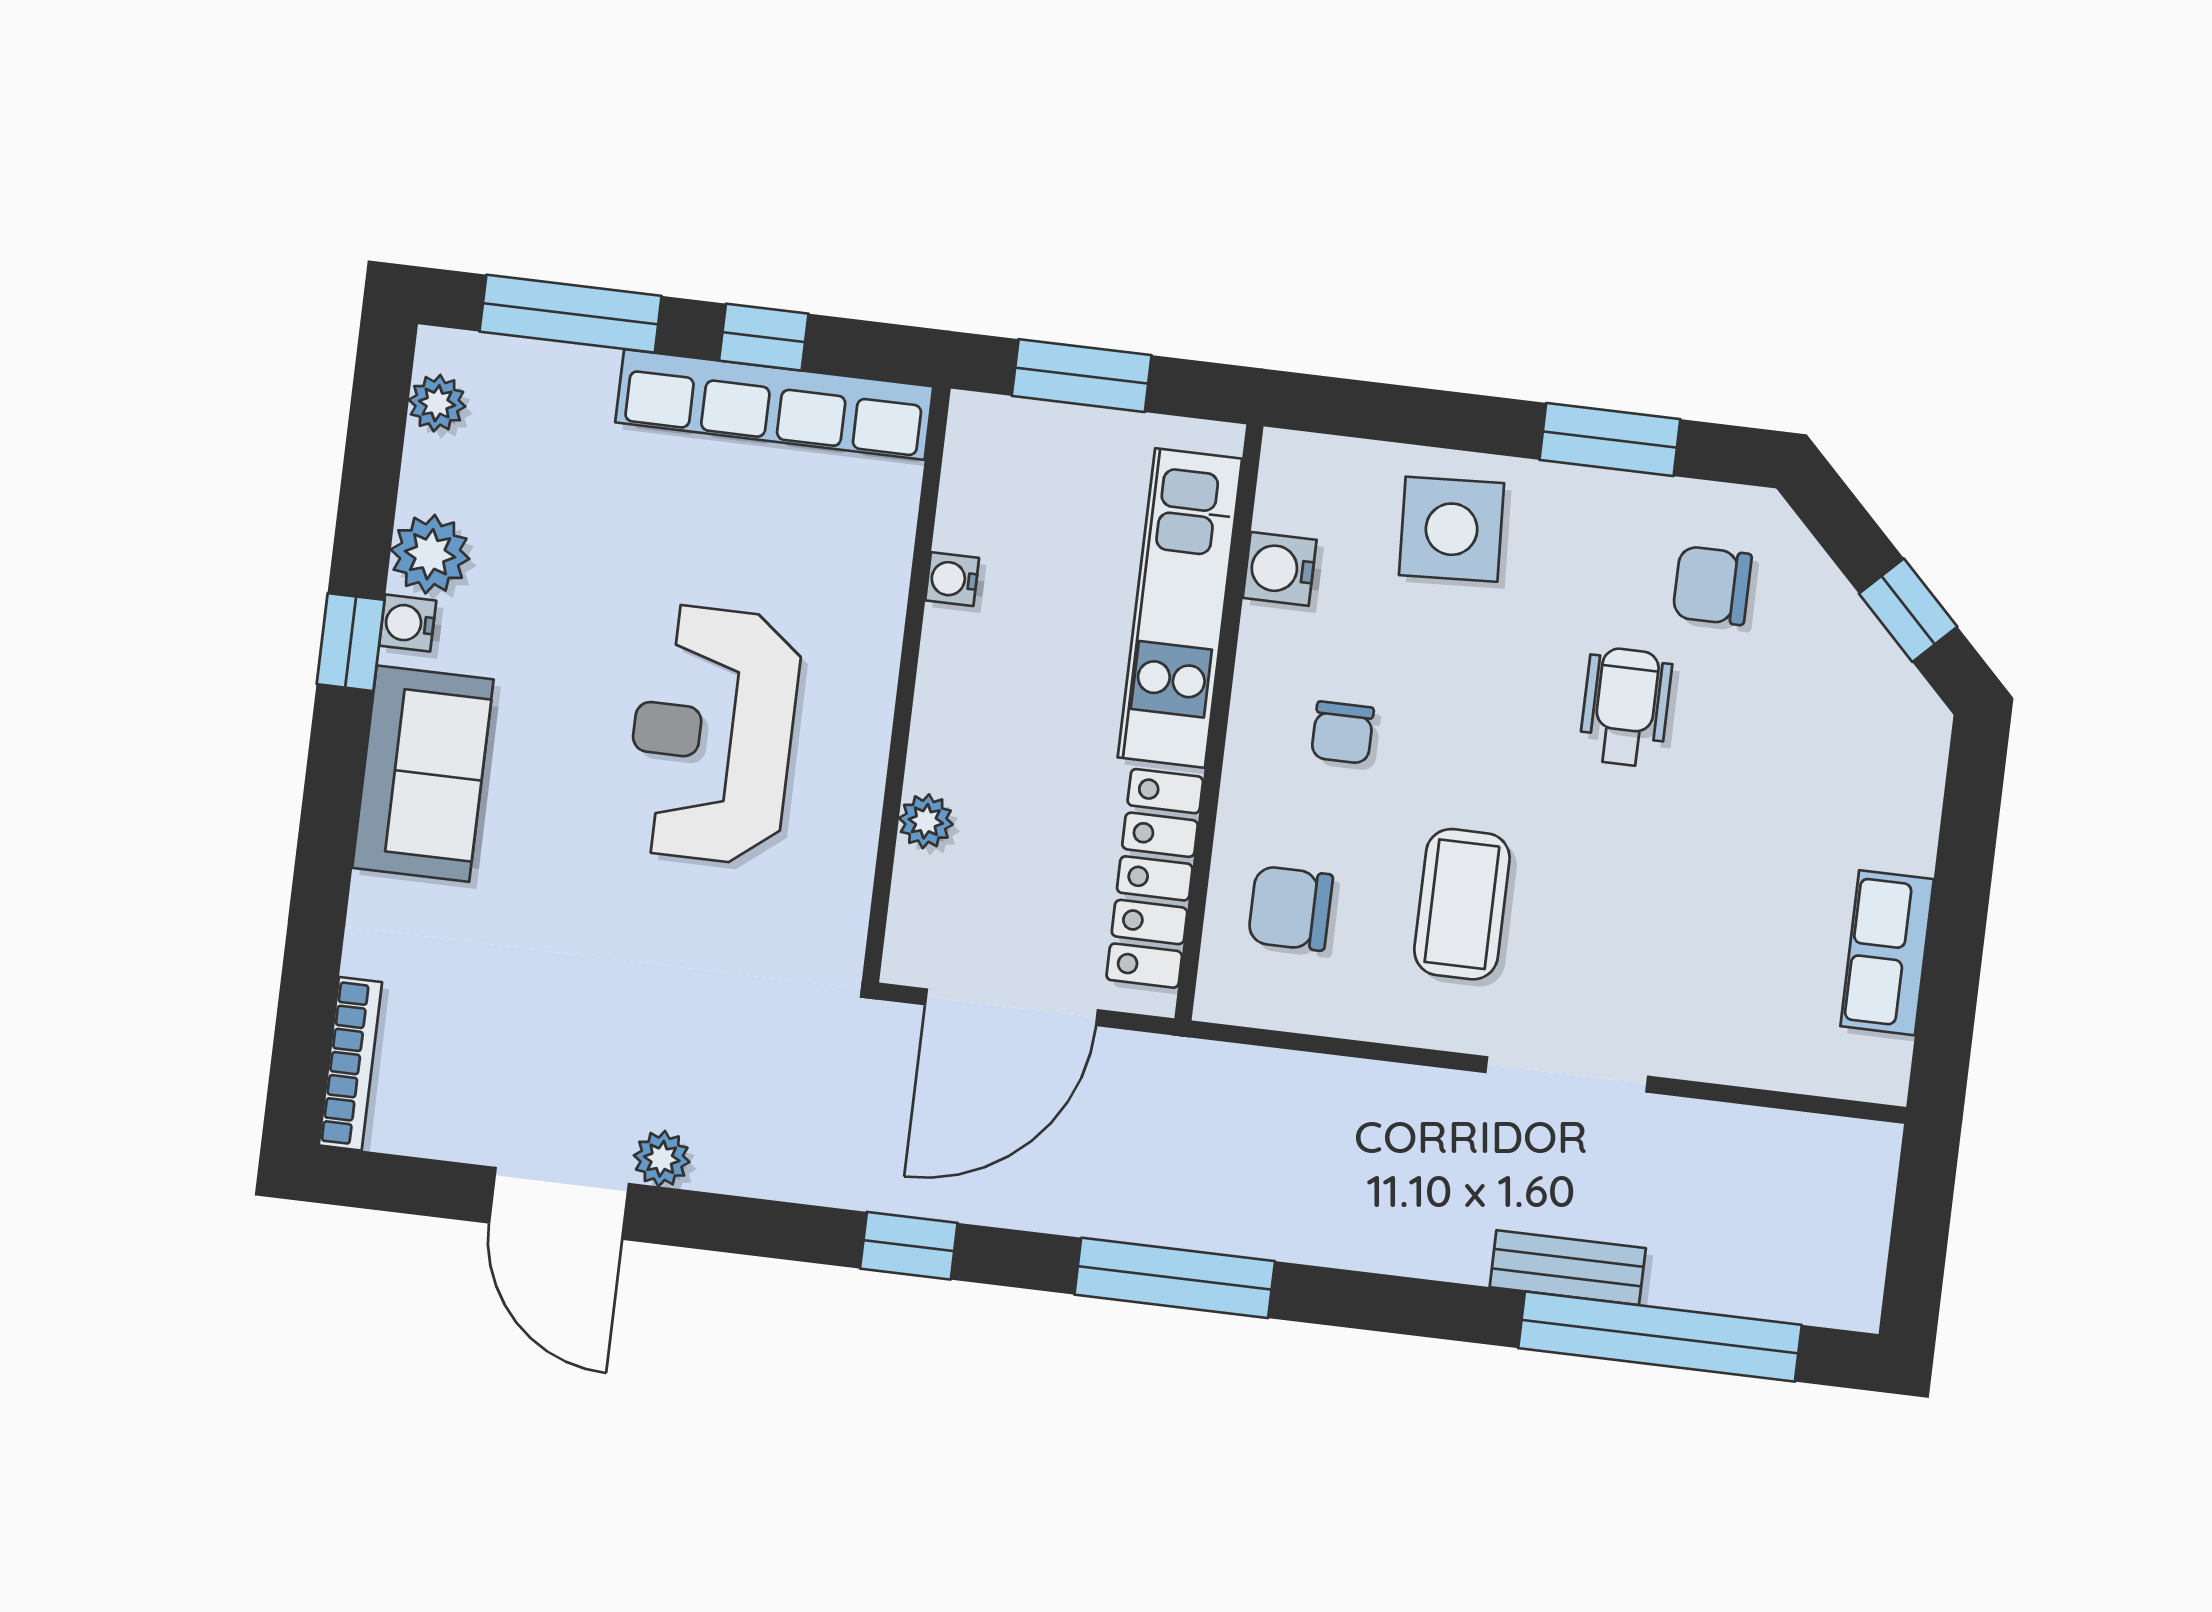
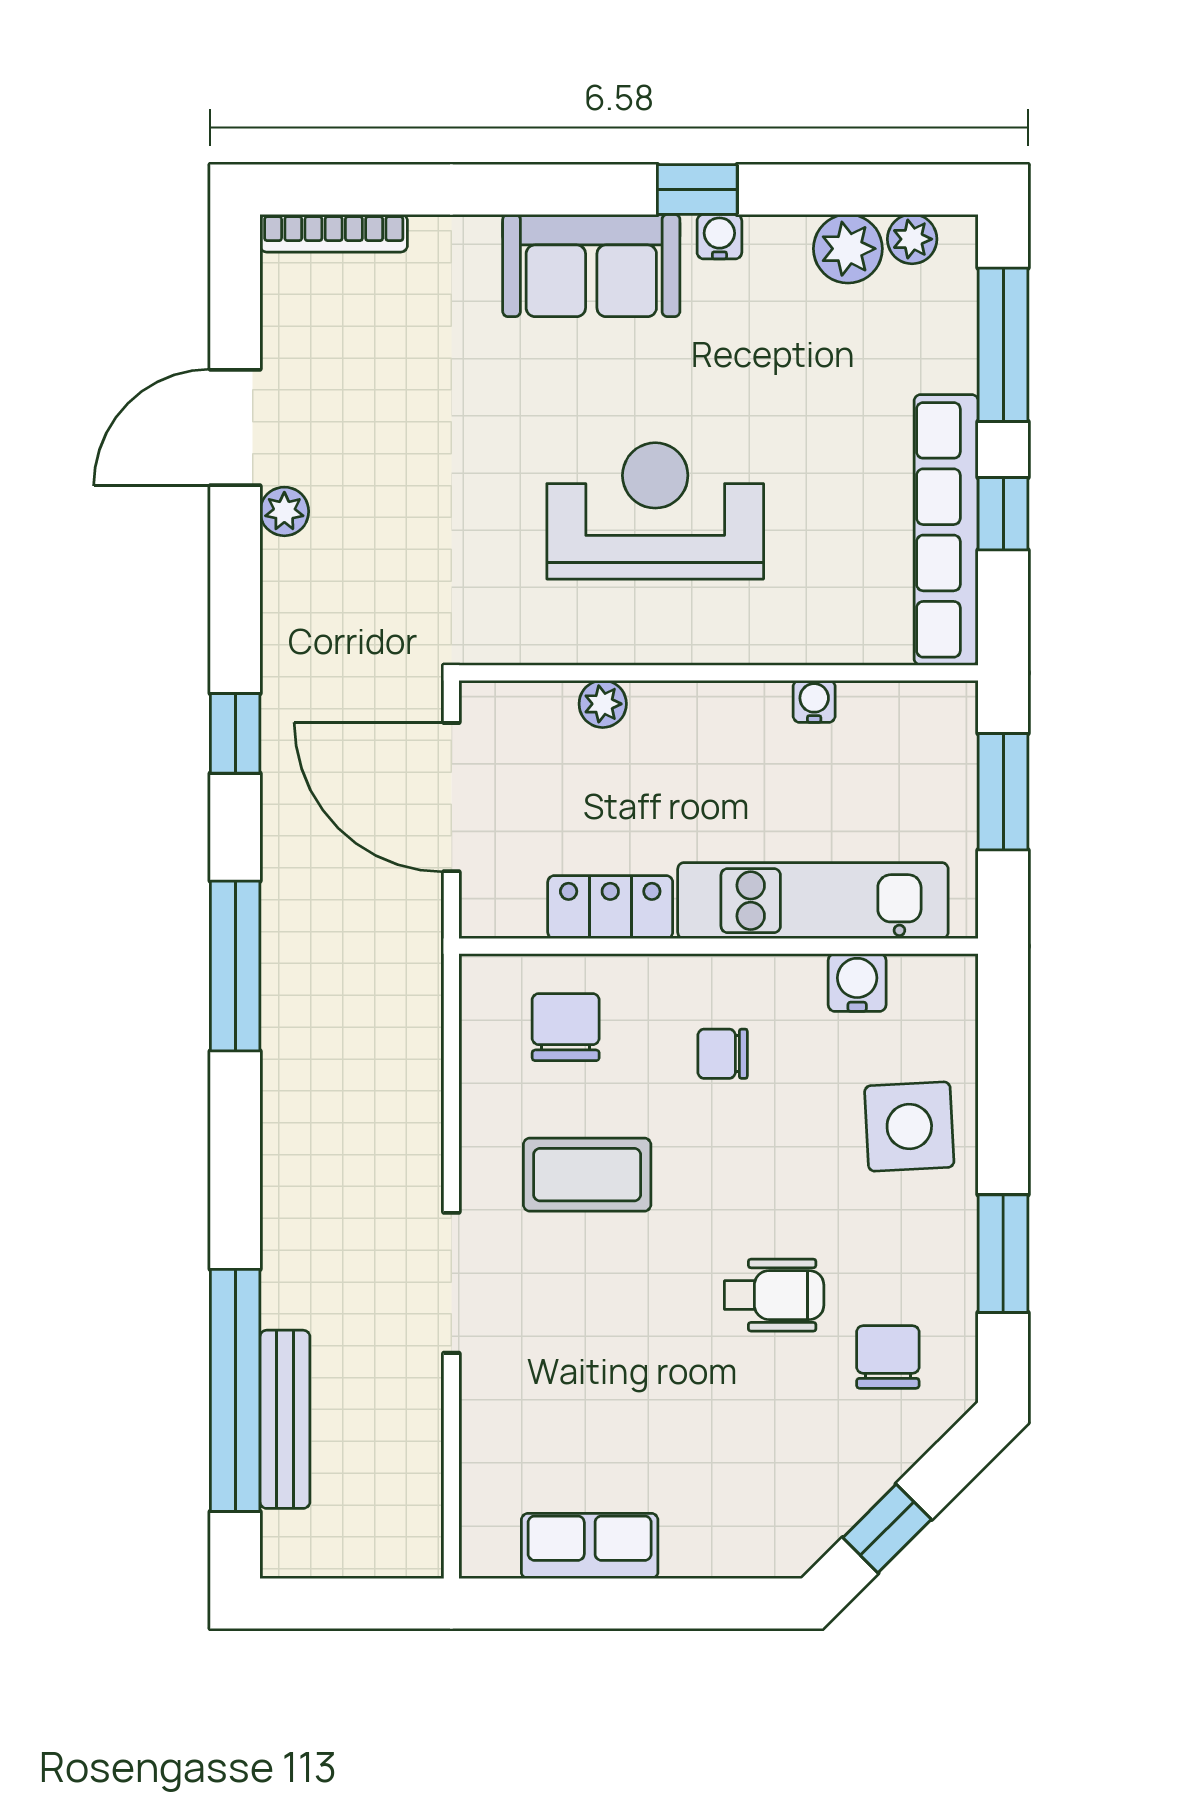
plant: (430, 554) -> (848, 249), moved
locker: (1155, 878) -> (610, 907), width x0.66
bench: (1568, 1268) -> (285, 1419), moved, width x1.36

